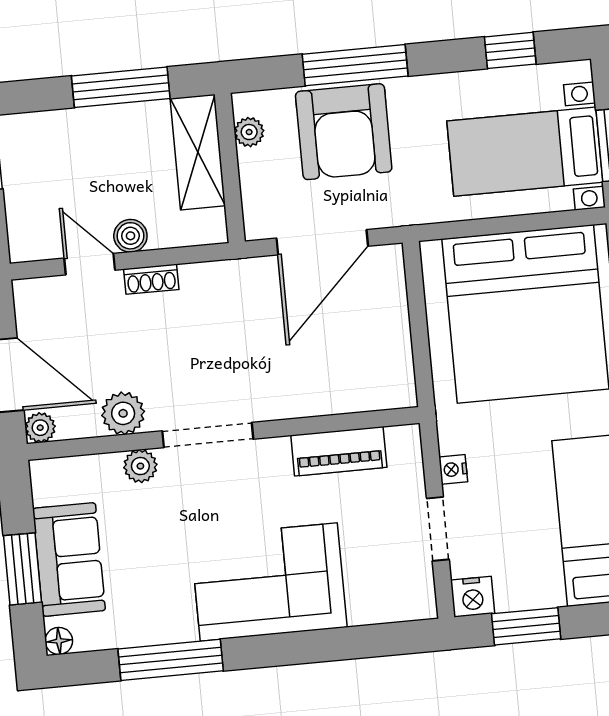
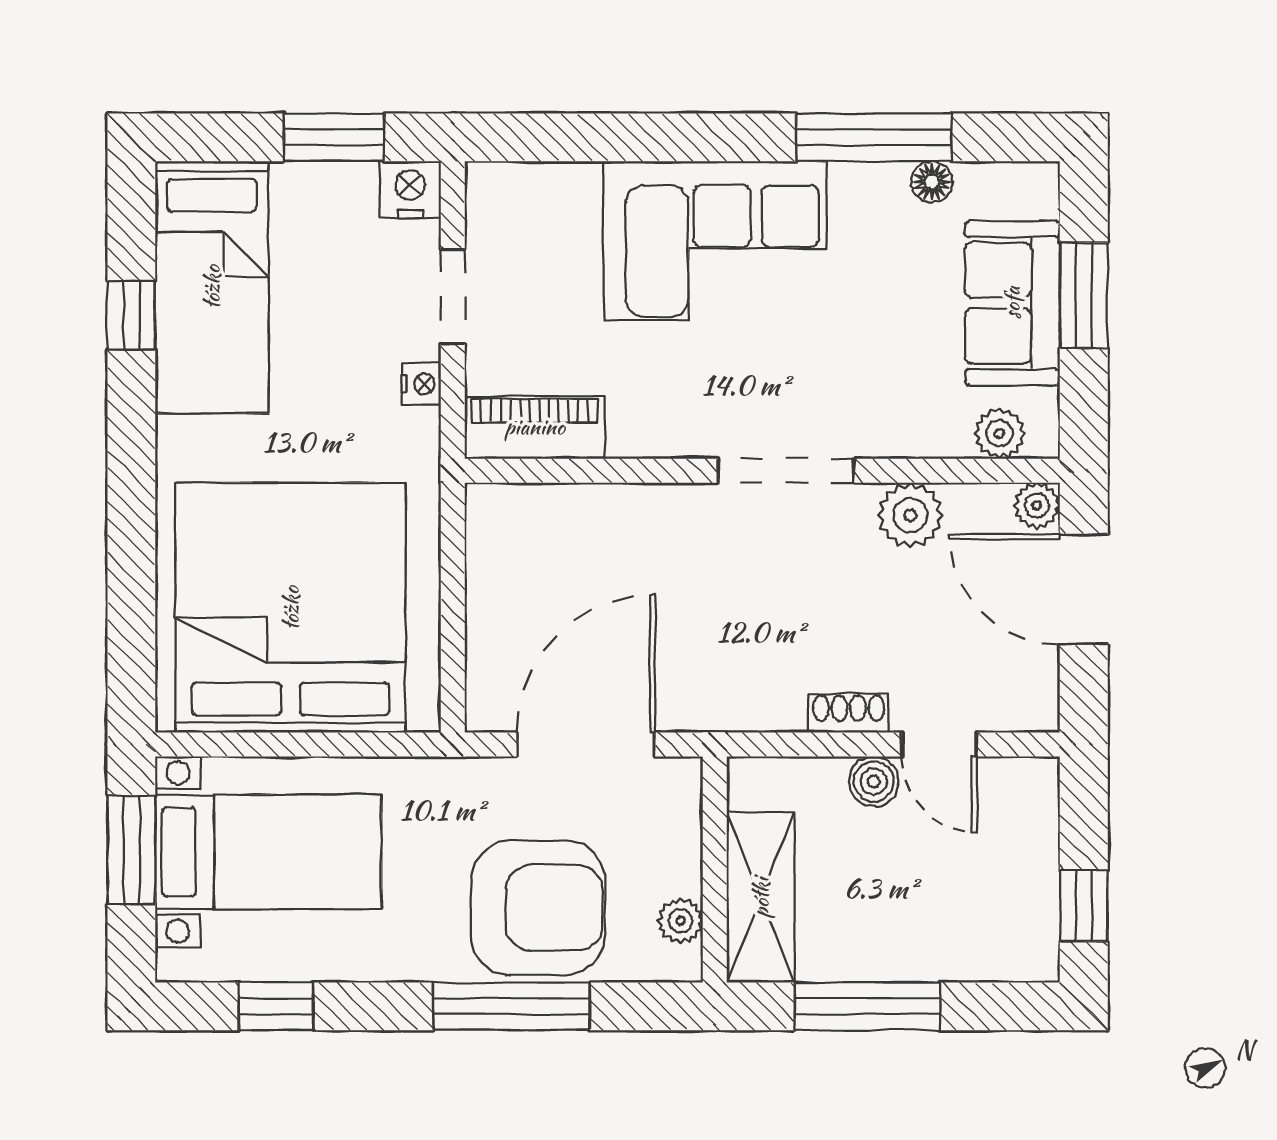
armchair: (344, 132) -> (538, 908), turned 90
piano: (339, 451) -> (535, 427), moved
plant: (140, 466) -> (999, 433), moved
floor lamp: (59, 641) -> (932, 182), moved

